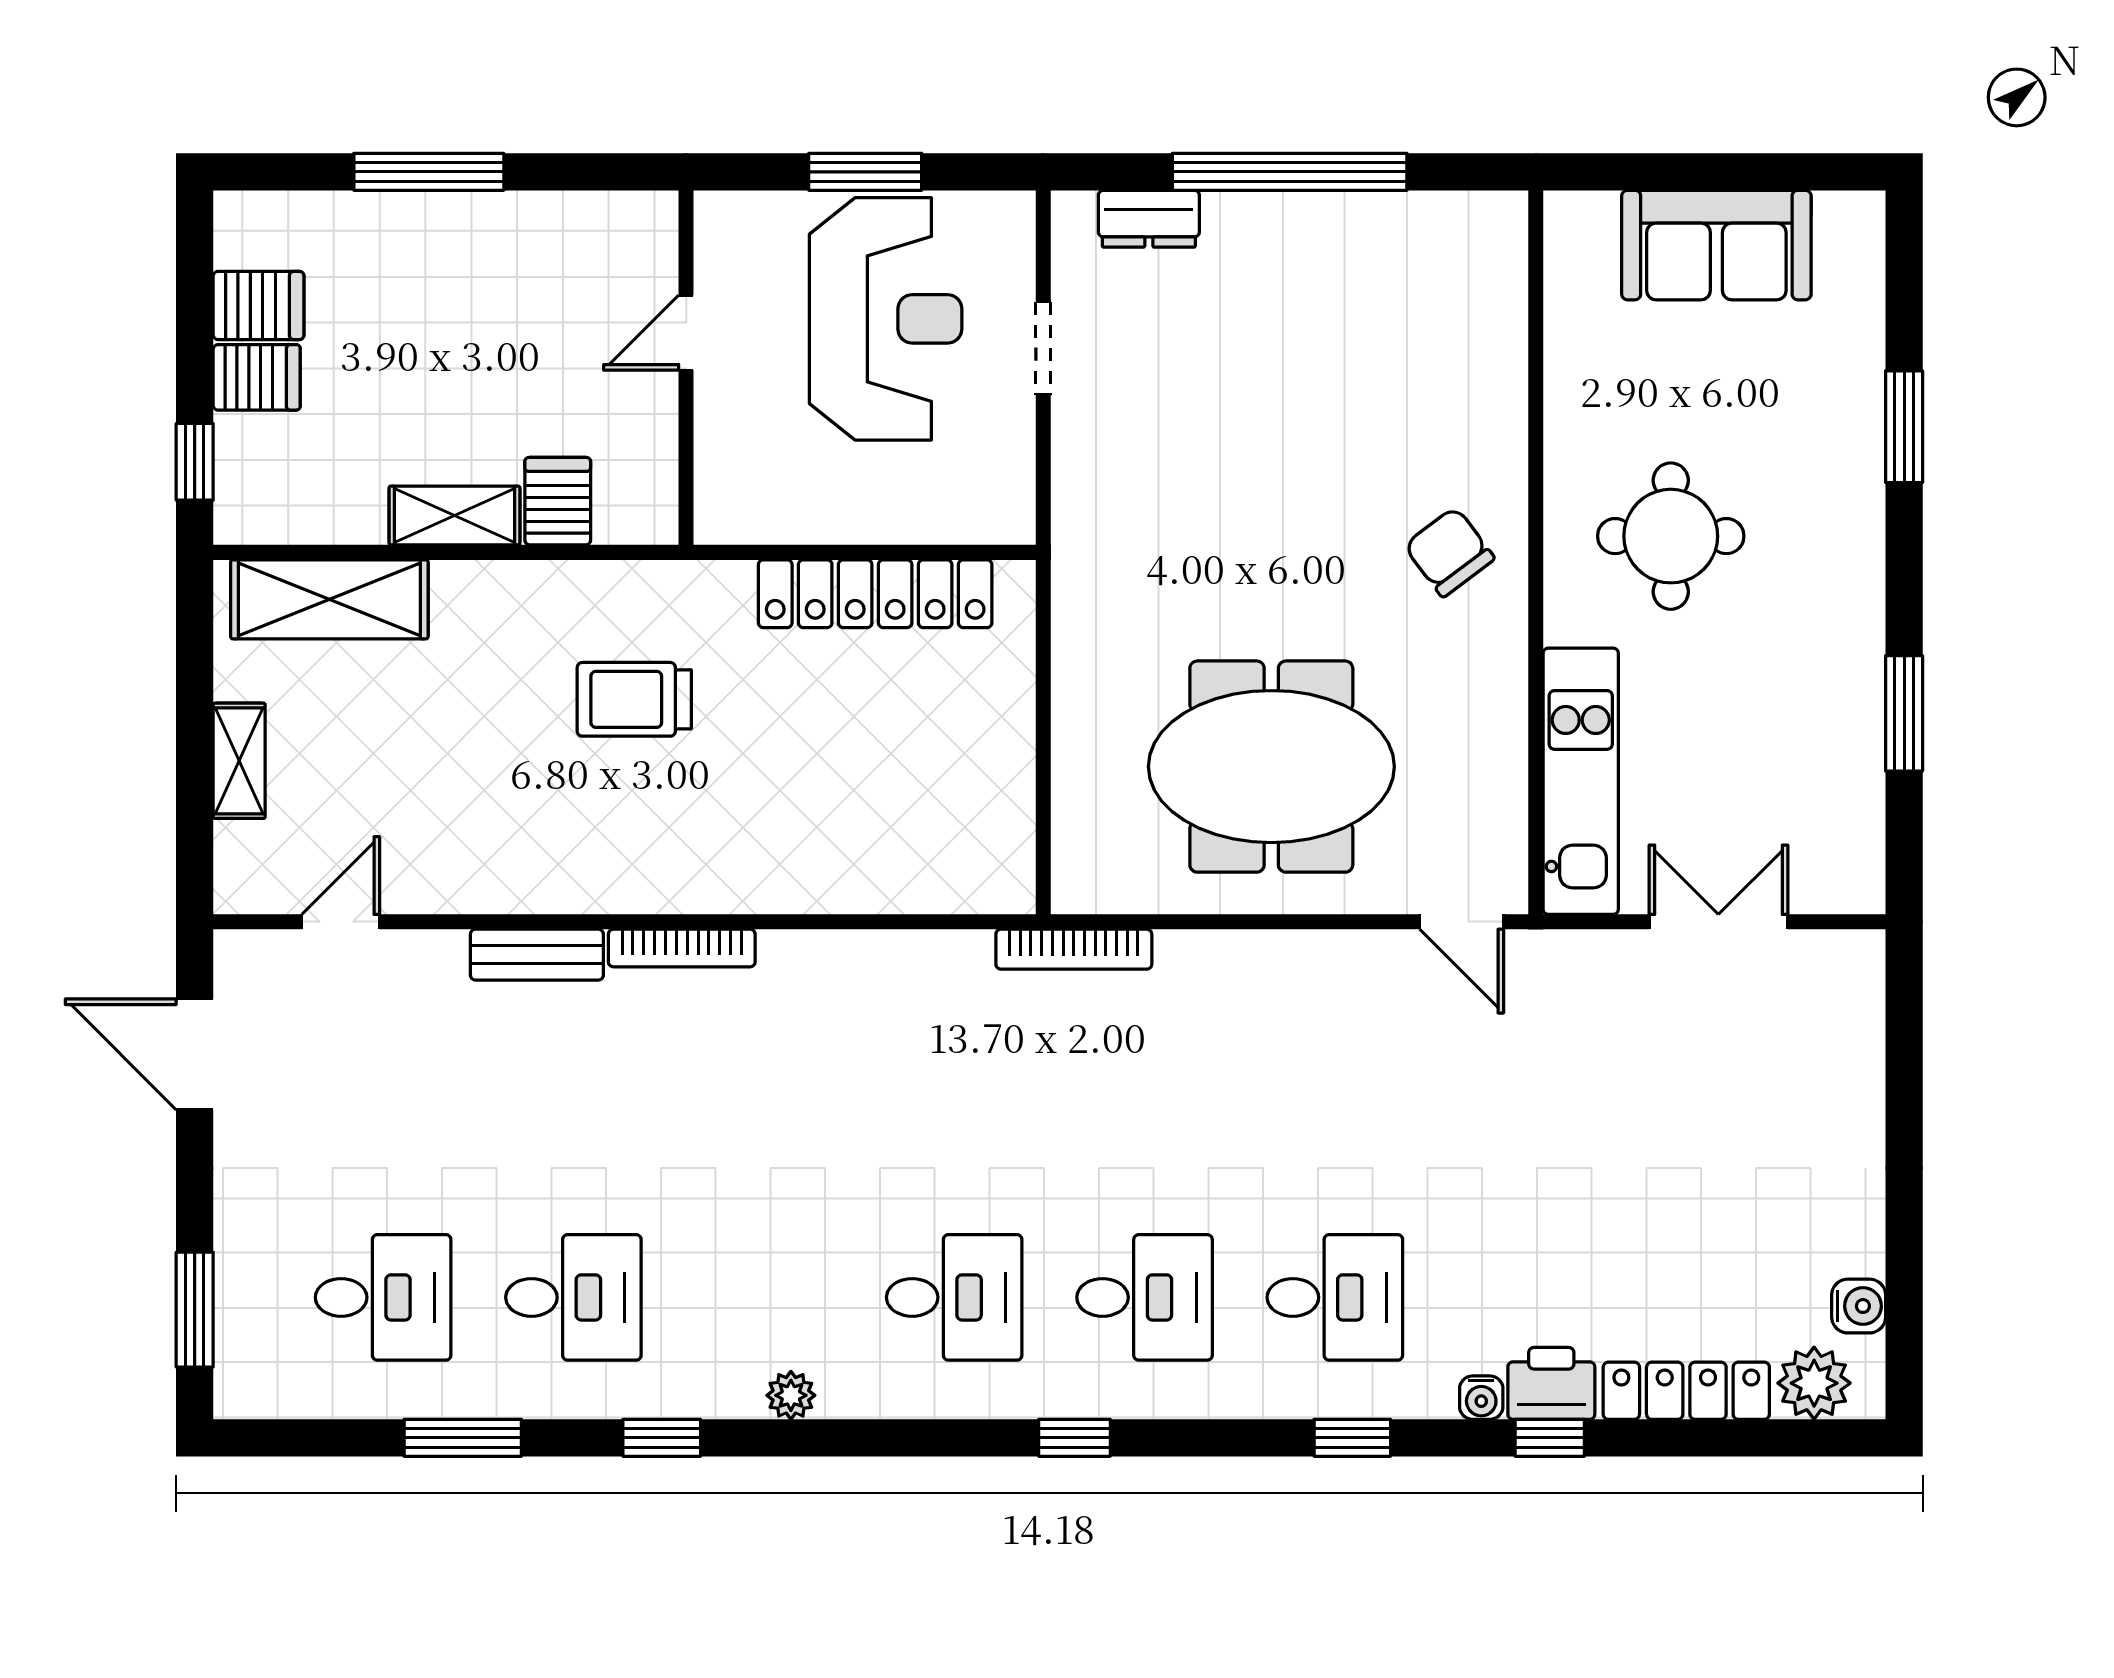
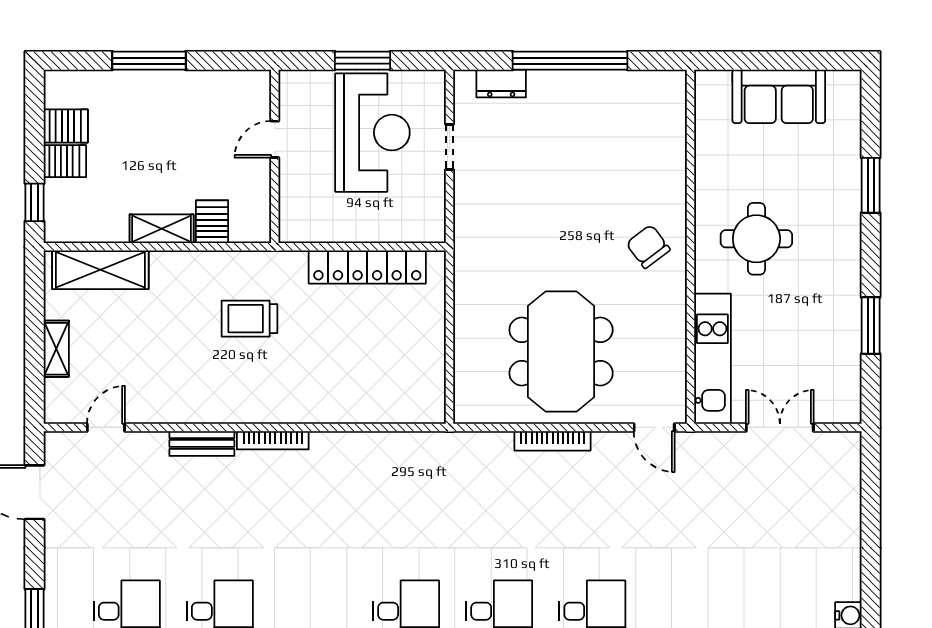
meeting table: (1271, 767) -> (561, 352), turned 90
bookcase: (1074, 949) -> (553, 441), moved

